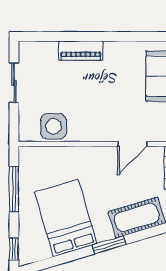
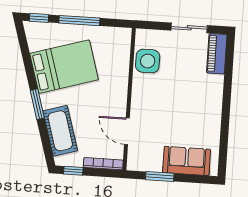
piano: (81, 51) -> (217, 54), moved
window: (14, 189) -> (79, 21), moved

